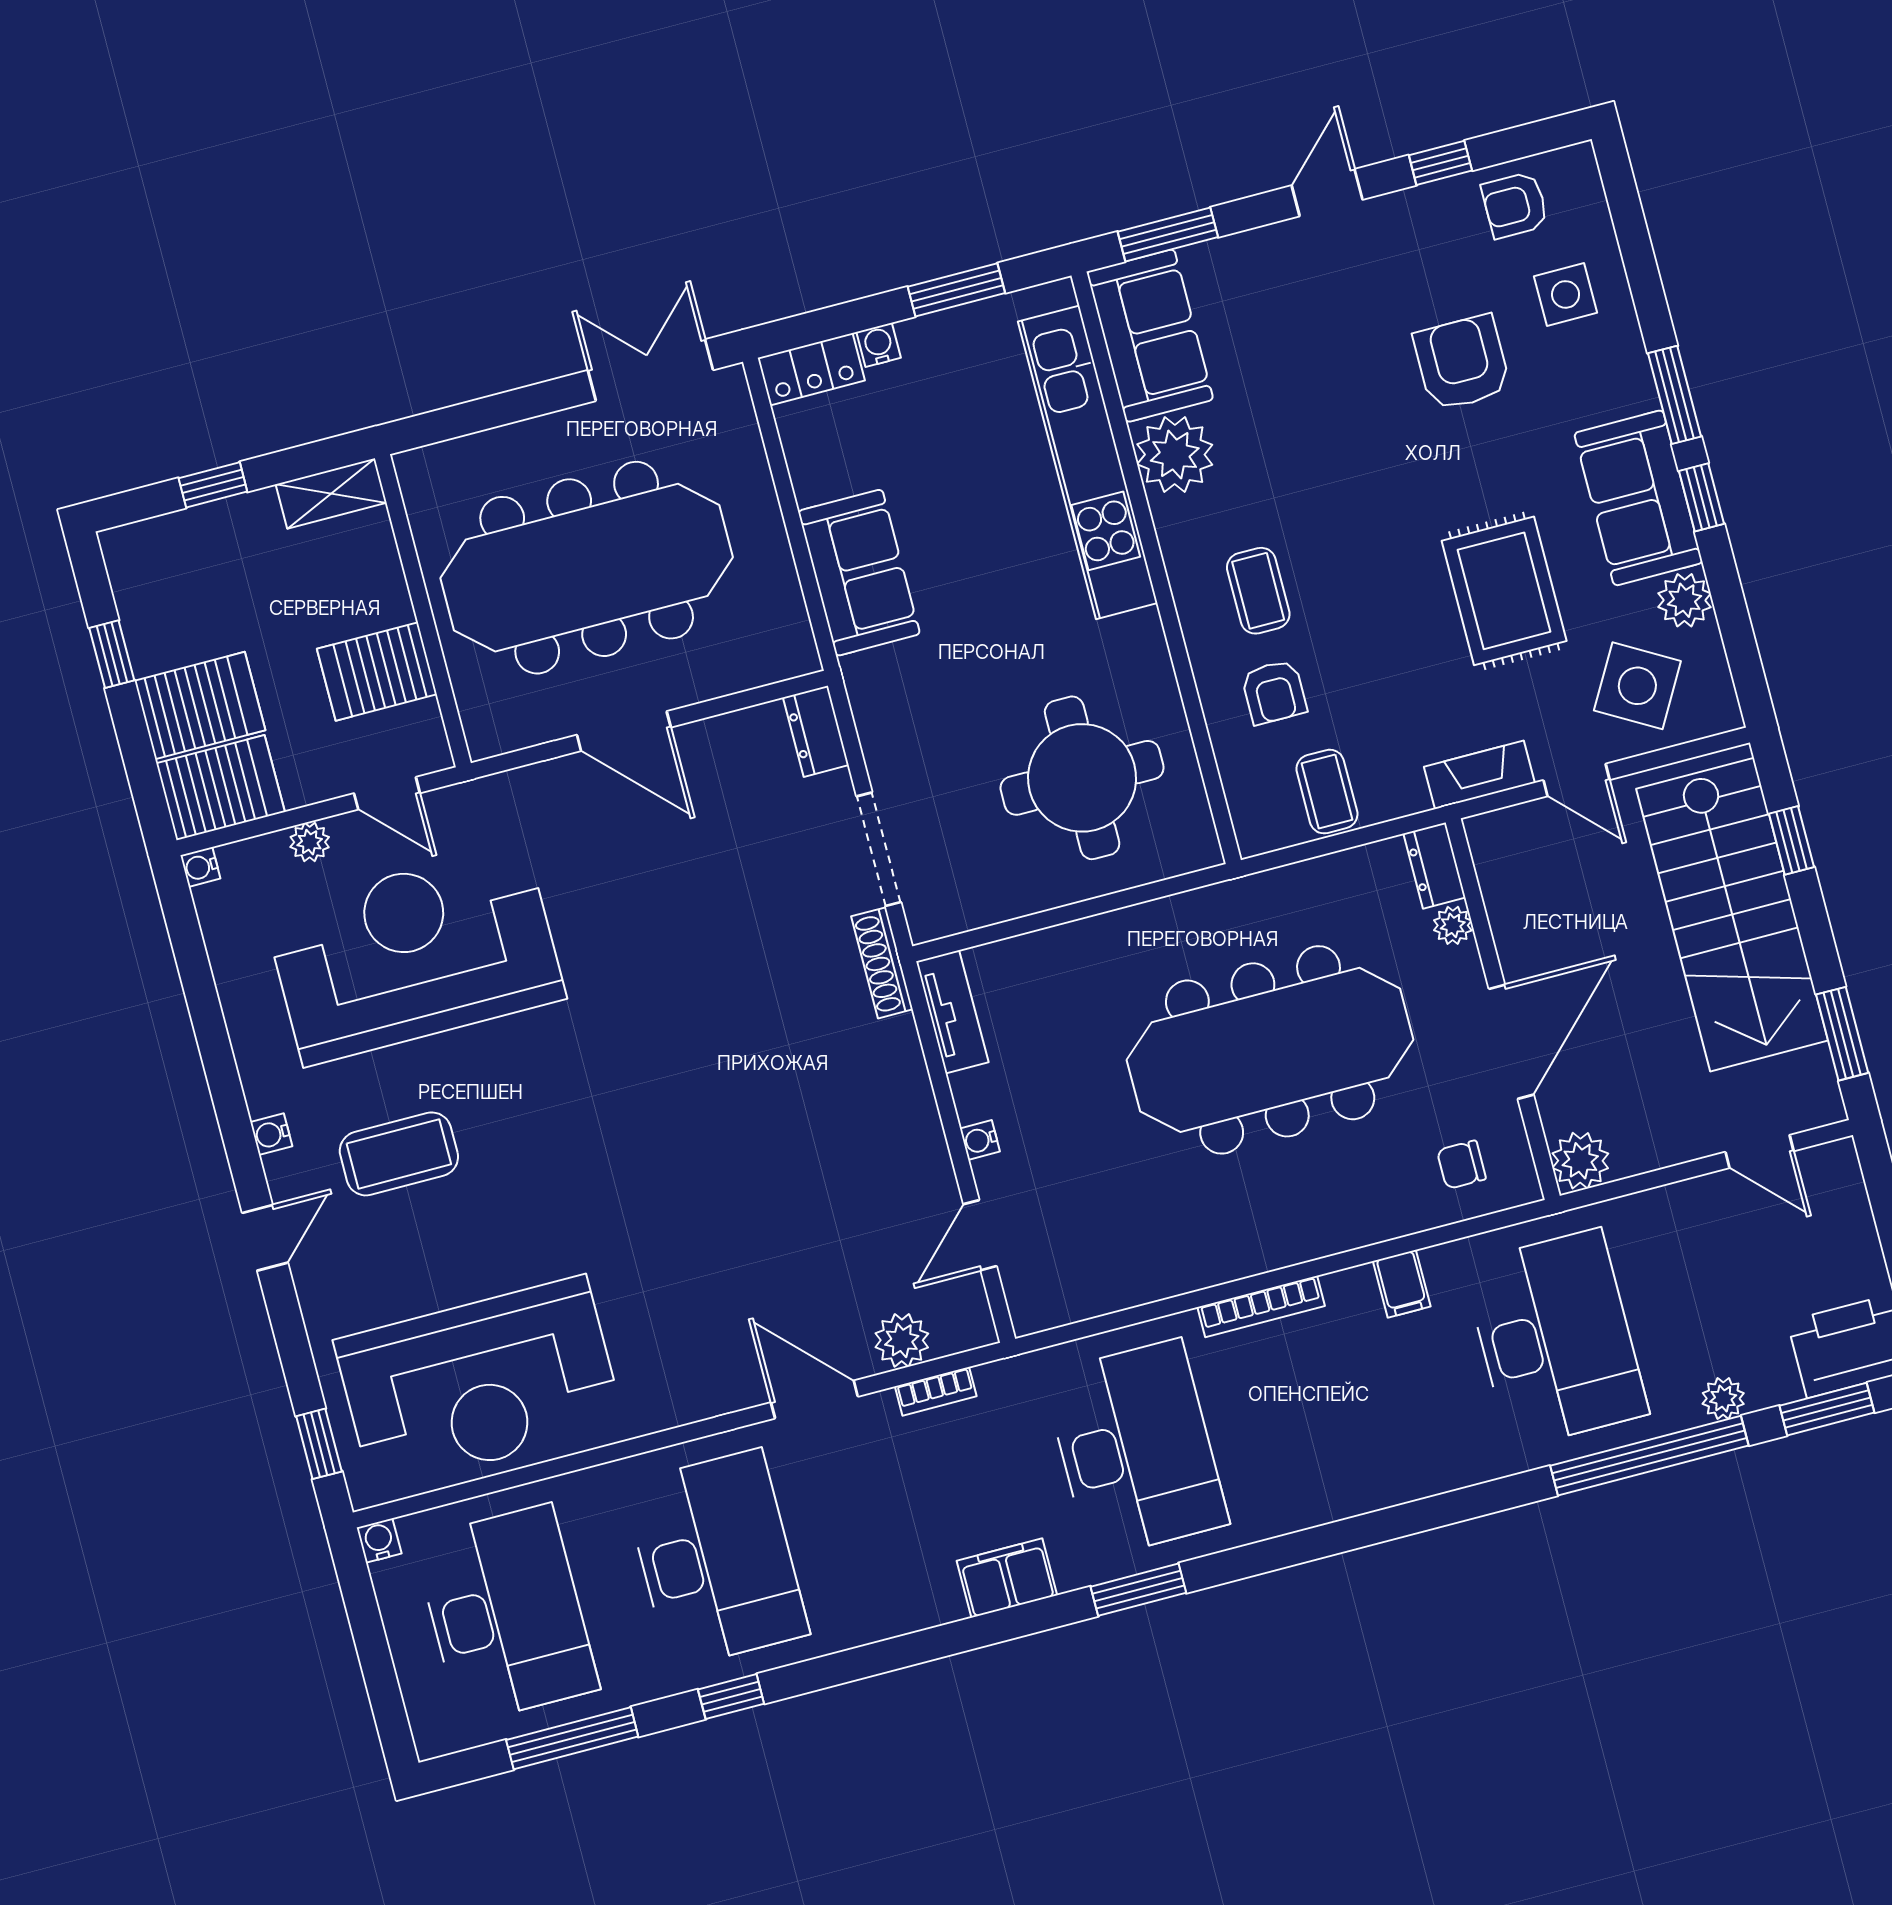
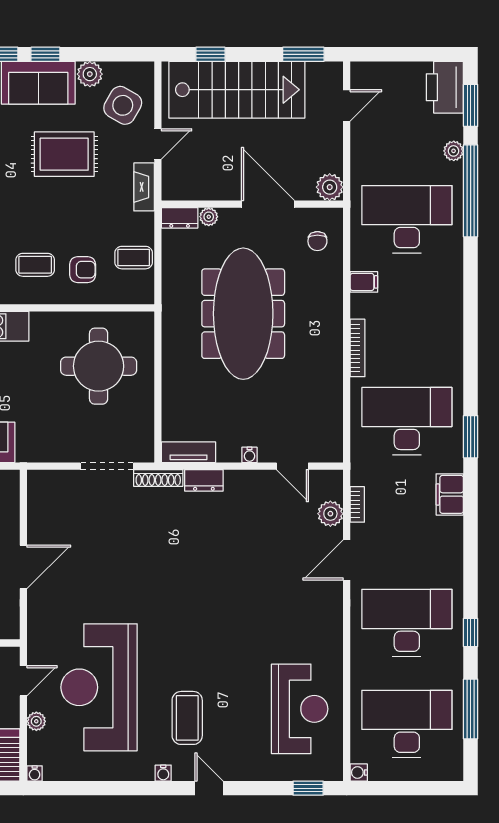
dresser: (816, 731) -> (204, 480), moved
reception desk: (479, 1383) -> (300, 709), width x0.74, depth x0.77

